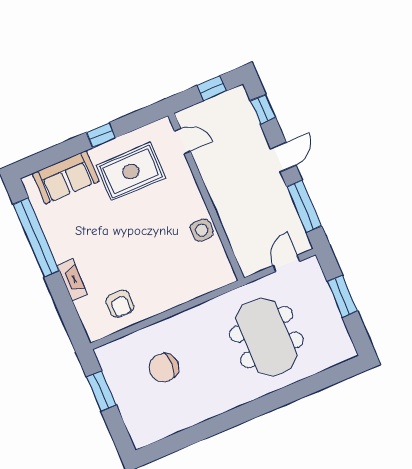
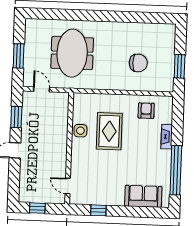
window: (263, 109) -> (14, 183), removed
window: (101, 135) -> (98, 210), moved
rug: (131, 171) -> (109, 131), moved, turned 90
window: (304, 206) -> (16, 117), width x0.69
door: (286, 264) -> (42, 89), swing flipped

